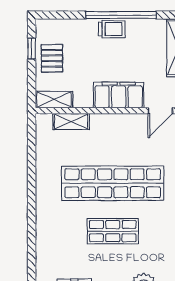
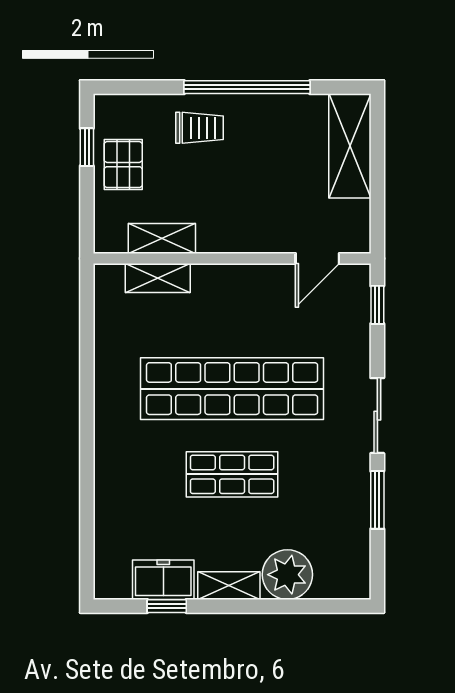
trolley: (112, 29) -> (199, 128), moved
filing cabinet: (119, 95) -> (243, 230), removed
shelving: (54, 100) -> (162, 239), moved

